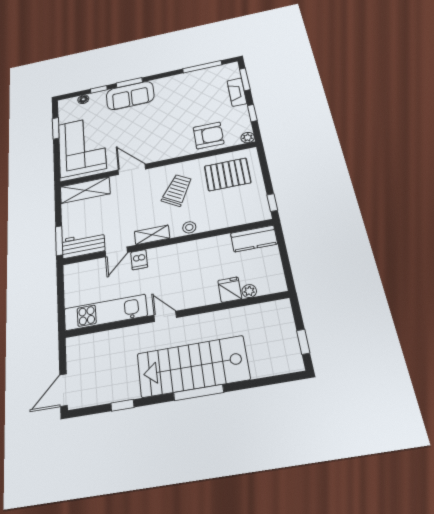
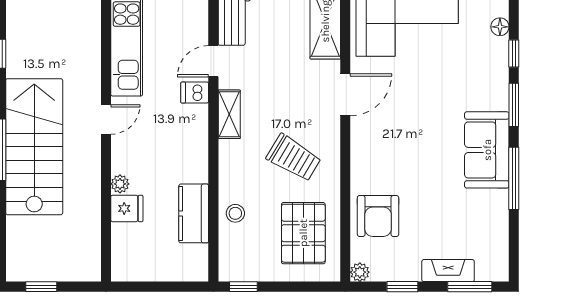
window: (202, 67) -> (514, 178), moved
sofa: (130, 96) -> (487, 150), moved
stool: (189, 227) -> (235, 213), moved
kitchen counter: (254, 239) -> (194, 213), moved
door: (116, 252) -> (213, 61), hinge flipped
plant: (249, 291) -> (120, 184), moved

